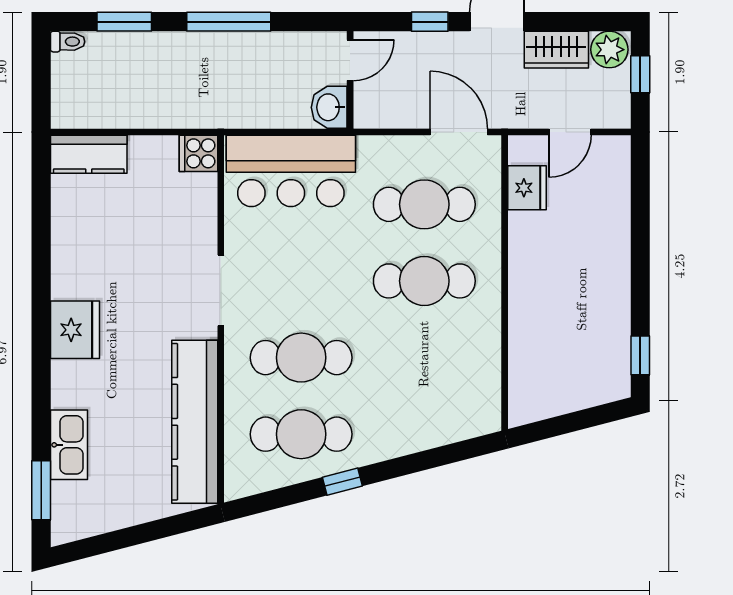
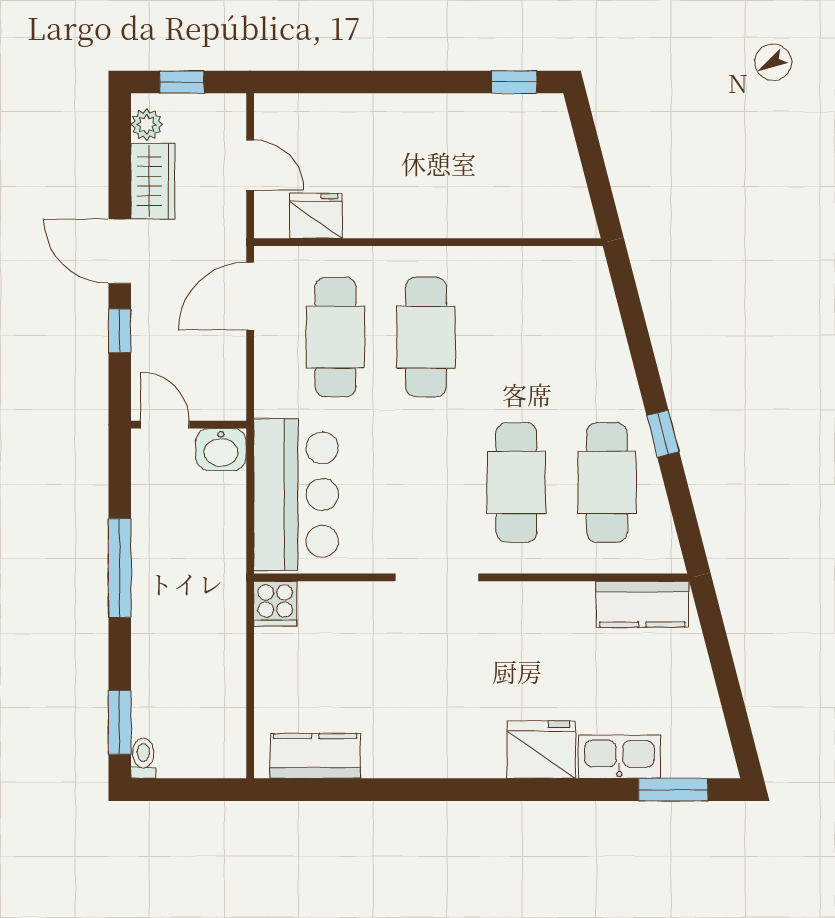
window: (124, 22) -> (120, 722), moved
plant: (609, 50) -> (147, 124), width x0.73, depth x0.73
kitchen counter: (89, 154) -> (315, 756), moved, turned -90
fridge: (75, 330) -> (541, 750), moved
kitchen counter: (195, 422) -> (642, 604), width x0.48, depth x0.86

